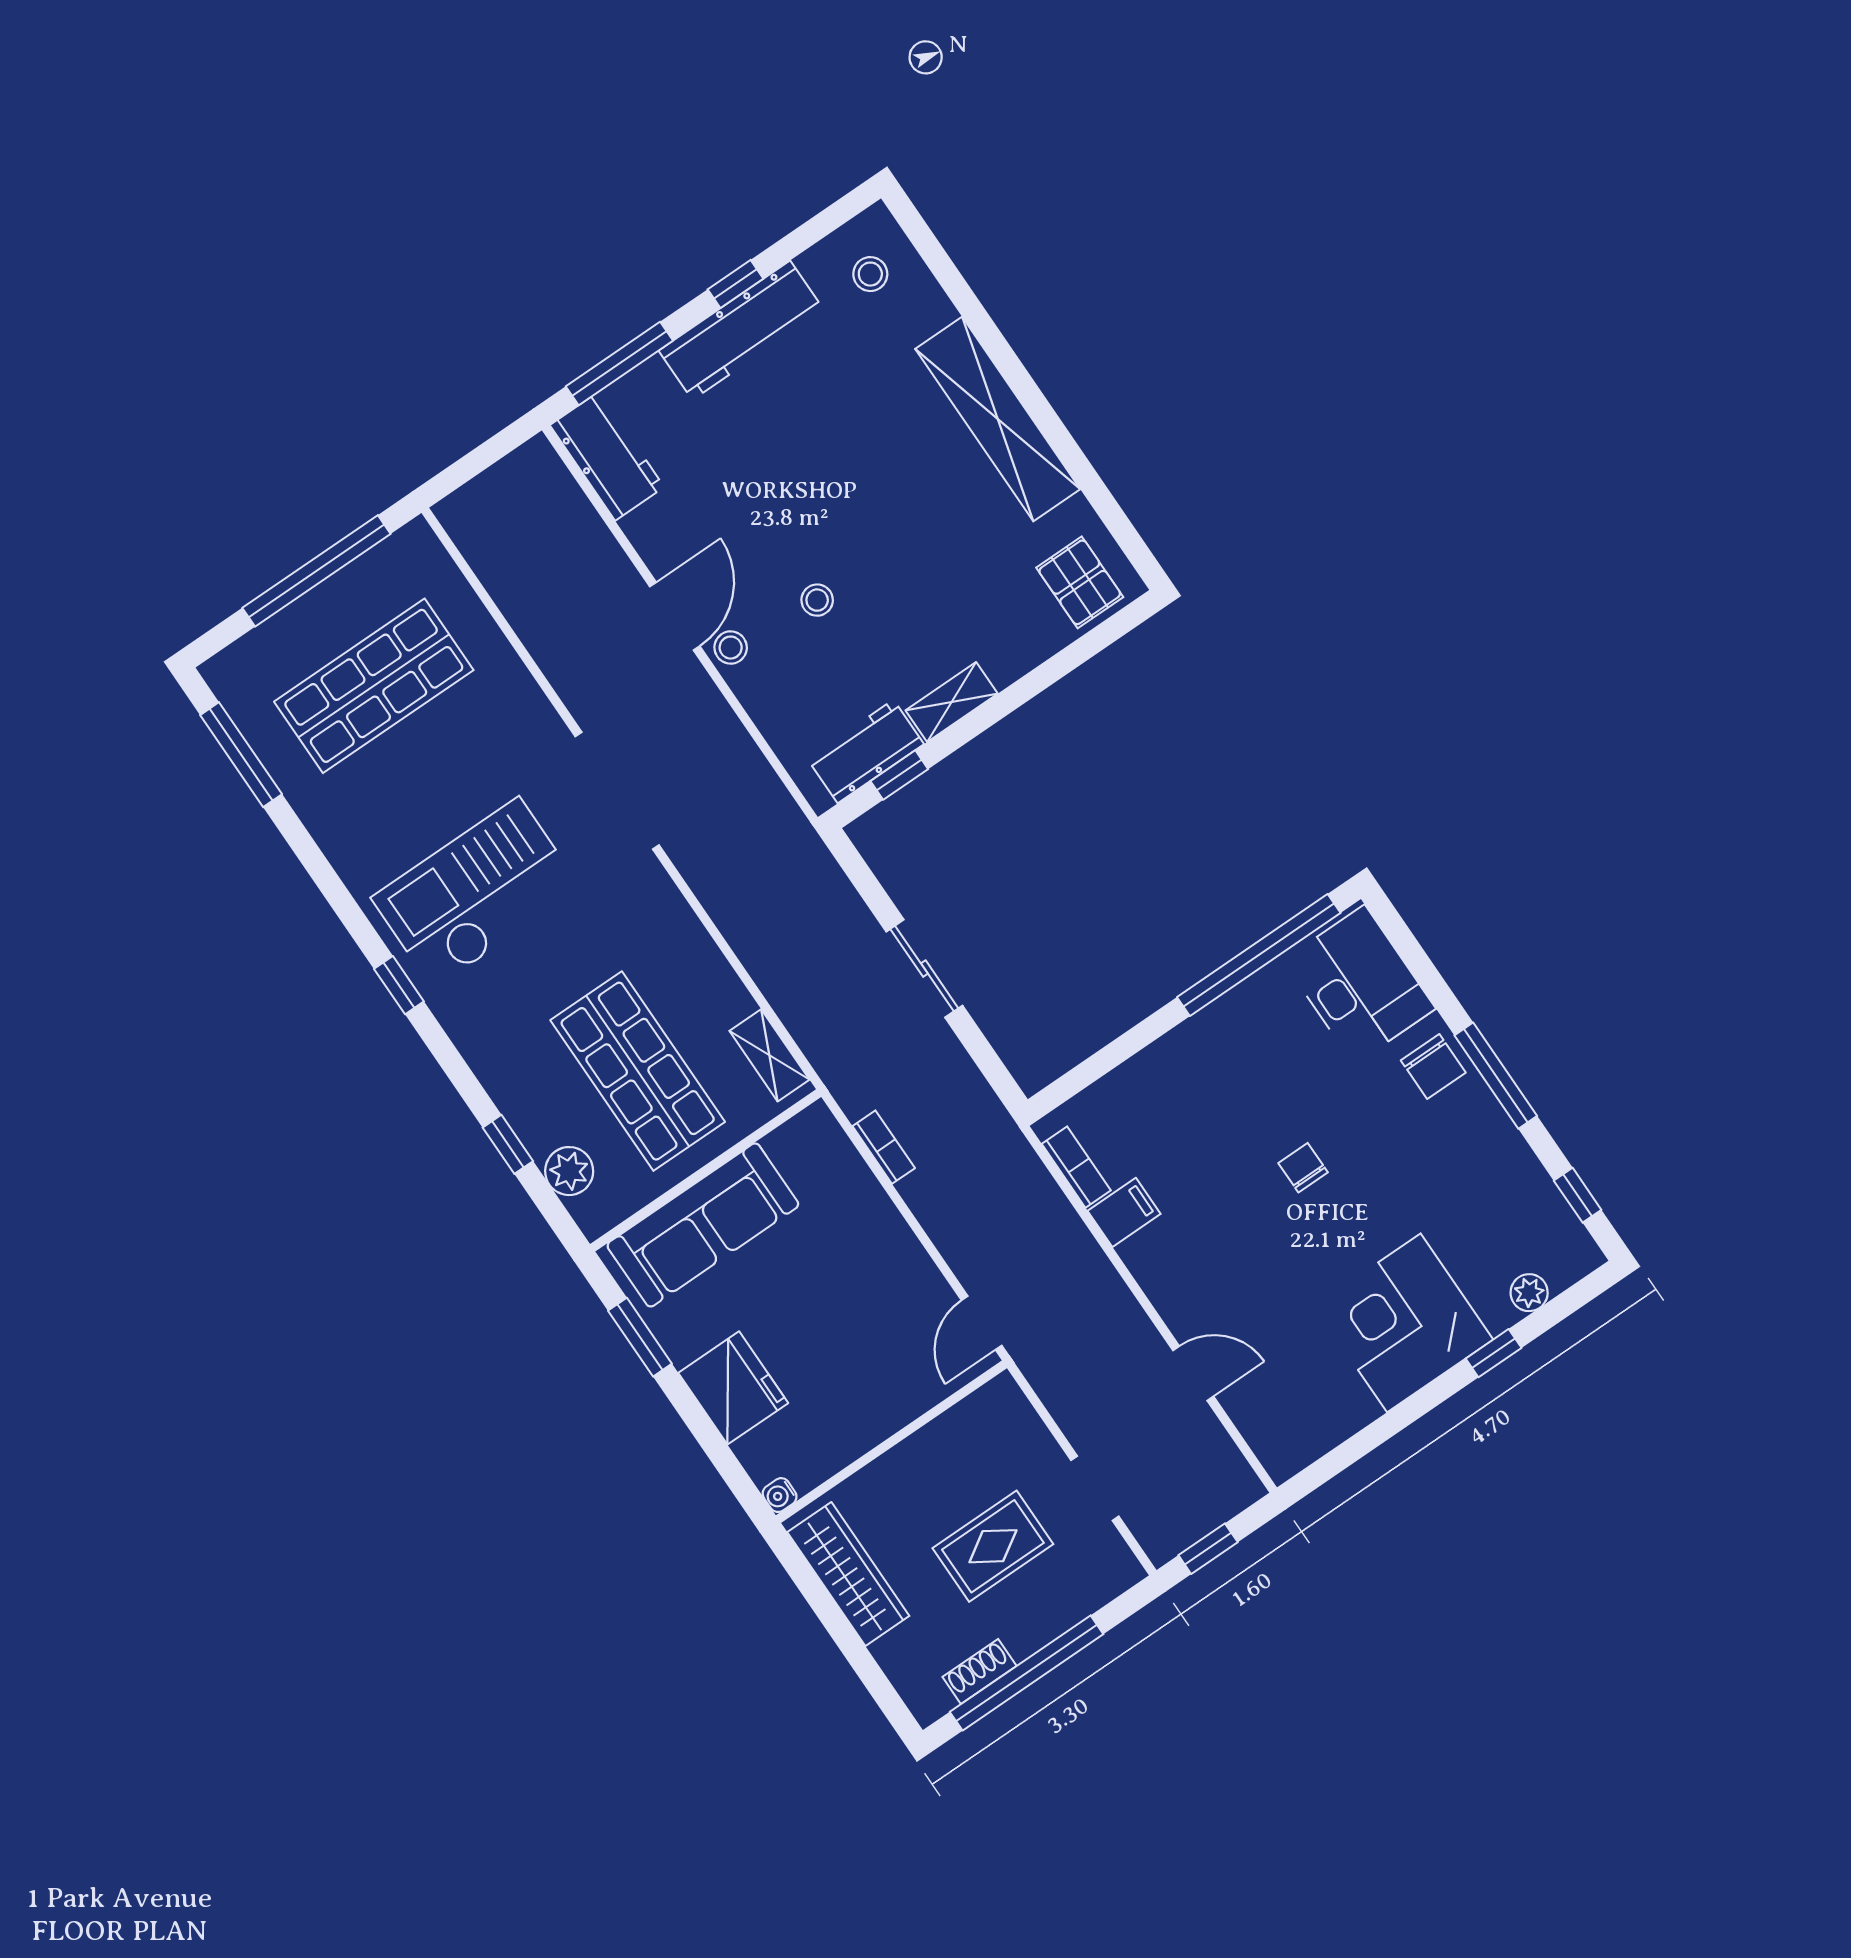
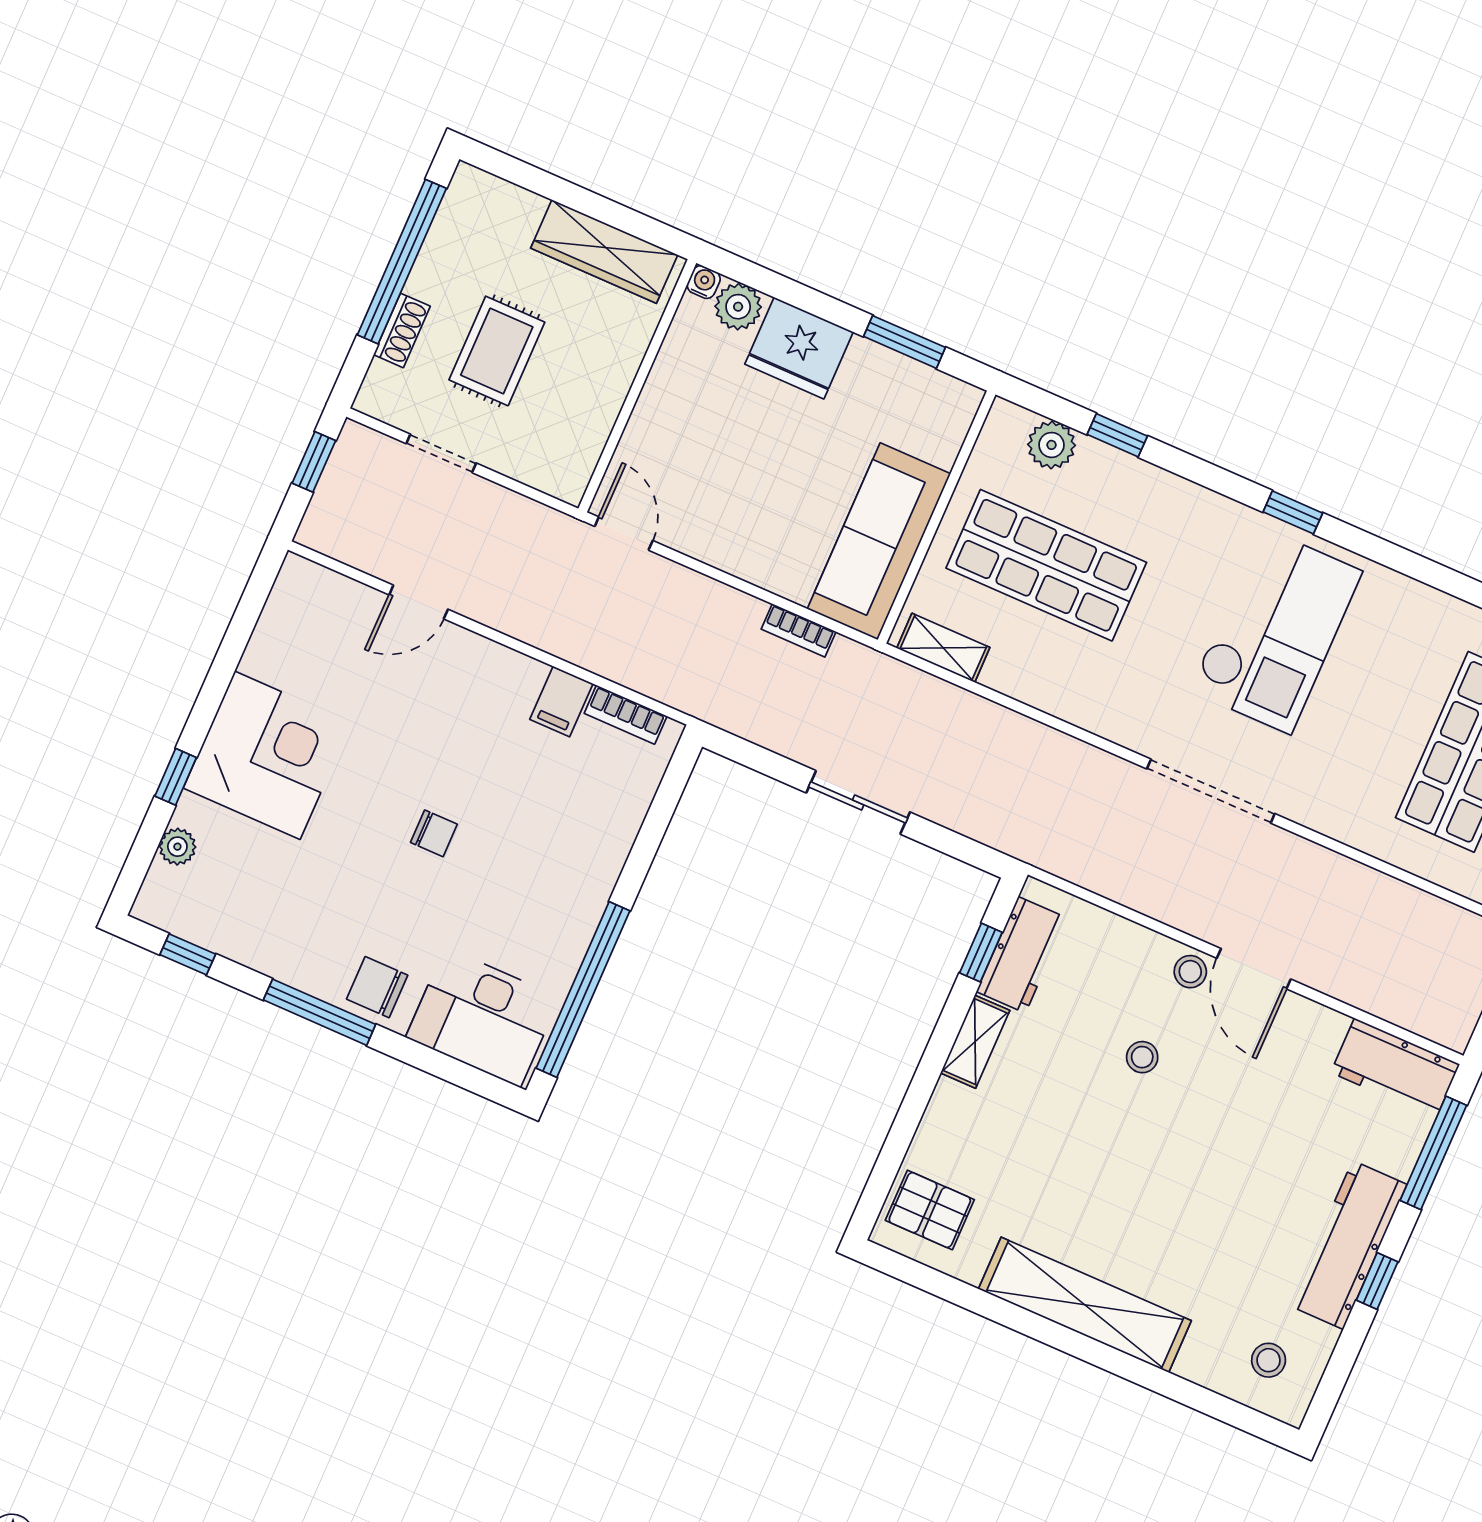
sofa: (703, 1225) -> (879, 541), moved
plant: (763, 1456) -> (738, 307), added
shoe rack: (979, 1671) -> (402, 330), moved

